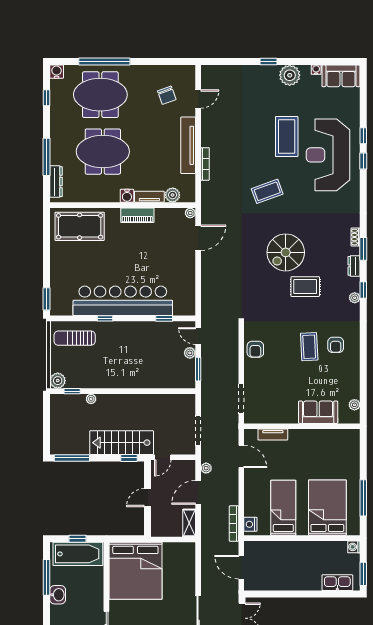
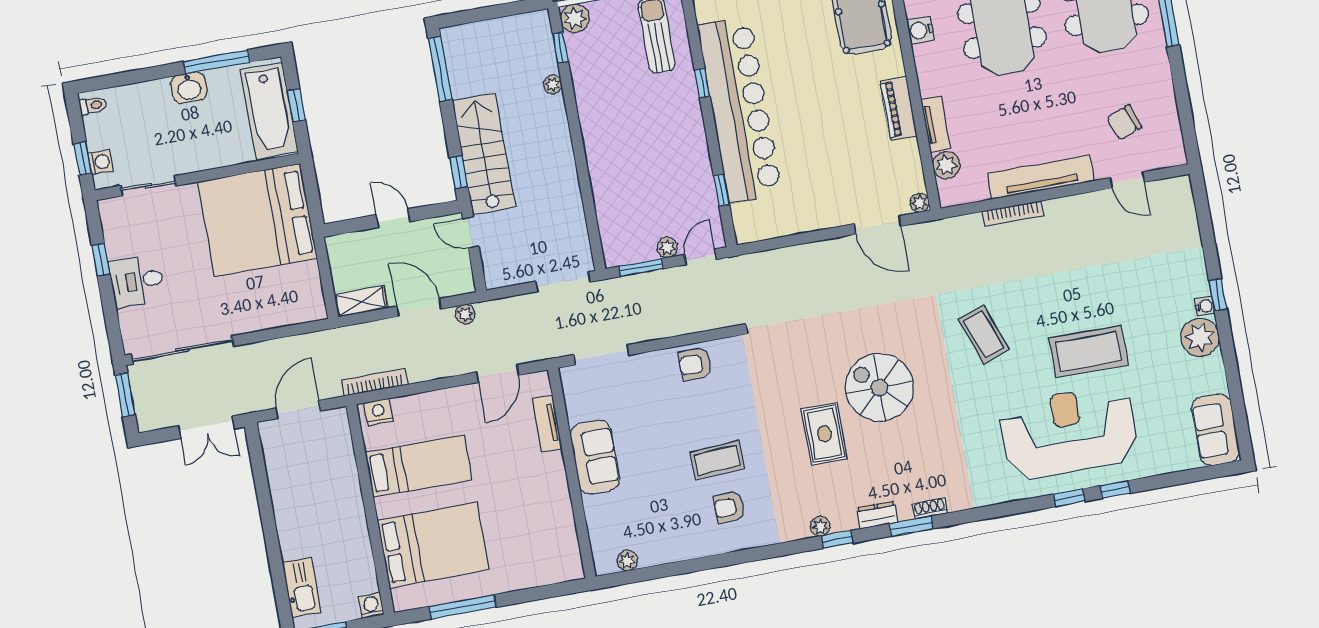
water cooler: (316, 70) -> (1205, 306), moved
water cooler: (127, 196) -> (920, 30), moved
sofa: (318, 412) -> (595, 457), moved
doorway: (198, 430) -> (563, 282), moved

